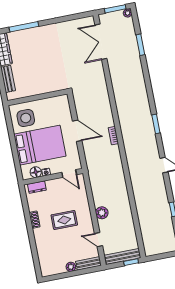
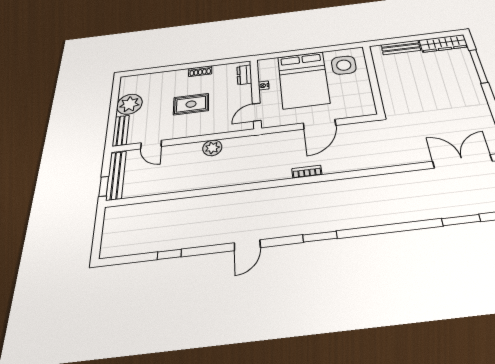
floor lamp: (36, 172) -> (266, 74), removed
plant: (102, 213) -> (212, 148), moved
rug: (64, 220) -> (191, 104), turned 90
door: (98, 240) -> (151, 145), swing flipped
plant: (71, 267) -> (129, 104), width x1.88, depth x1.88

